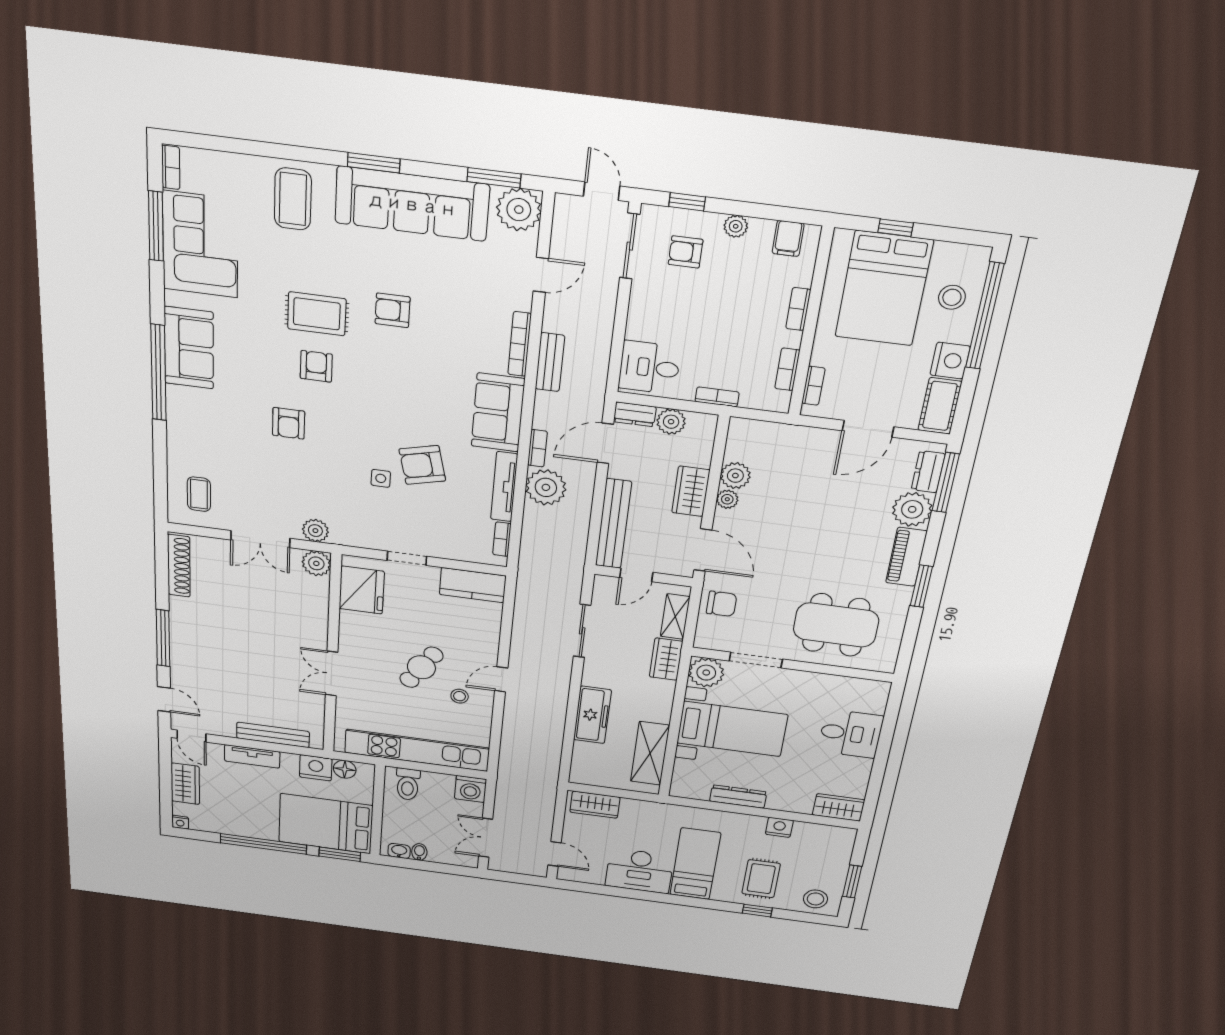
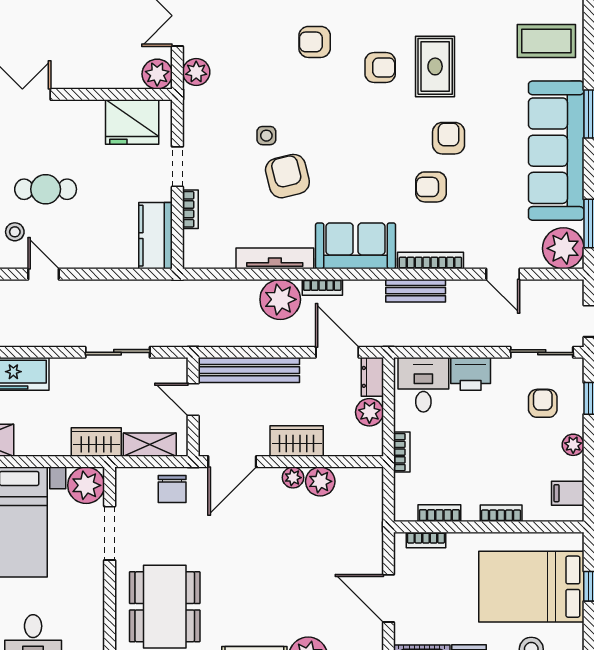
printer: (644, 320) -> (471, 374), added
armchair: (443, 334) -> (431, 187), added
bookcase: (502, 539) -> (190, 209), moved, turned 90
cafe table: (421, 667) -> (46, 189), turned -33

